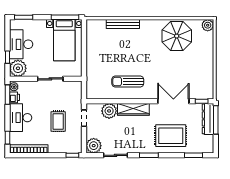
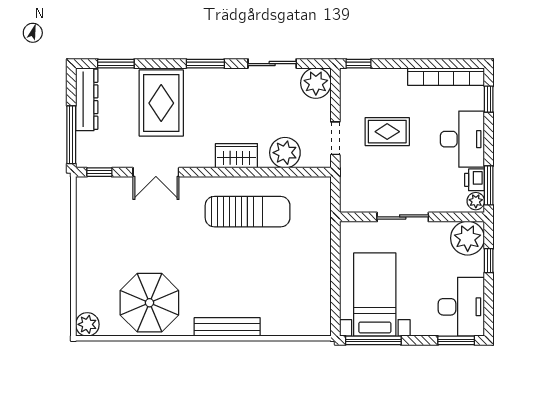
bench: (123, 24) -> (227, 327), moved
desk: (21, 44) -> (461, 307), moved
sun lounger: (128, 81) -> (248, 212), width x1.36, depth x1.34
double door: (173, 101) -> (156, 172), width x0.73
wardrobe: (133, 109) -> (236, 156), width x0.67
dresser: (208, 119) -> (87, 99), moved
rug: (58, 121) -> (387, 132), turned 90
rug: (171, 136) -> (161, 103), turned 90

